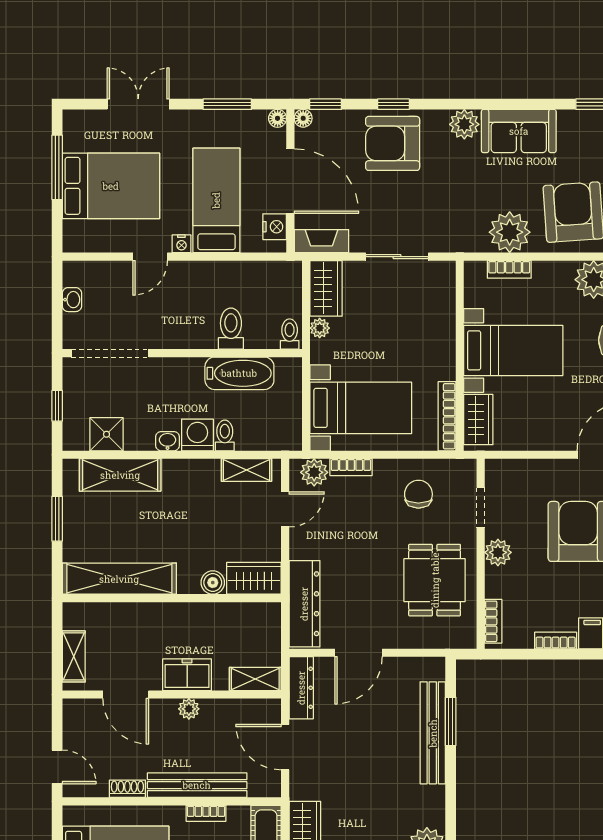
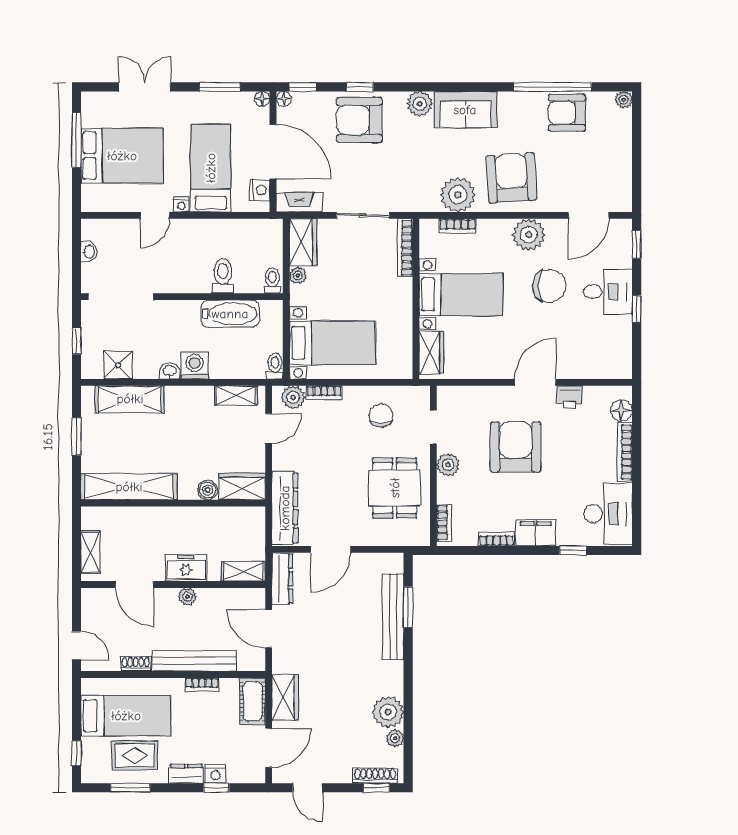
bookcase: (447, 416) -> (405, 248), moved
toilet: (225, 435) -> (275, 366), moved

